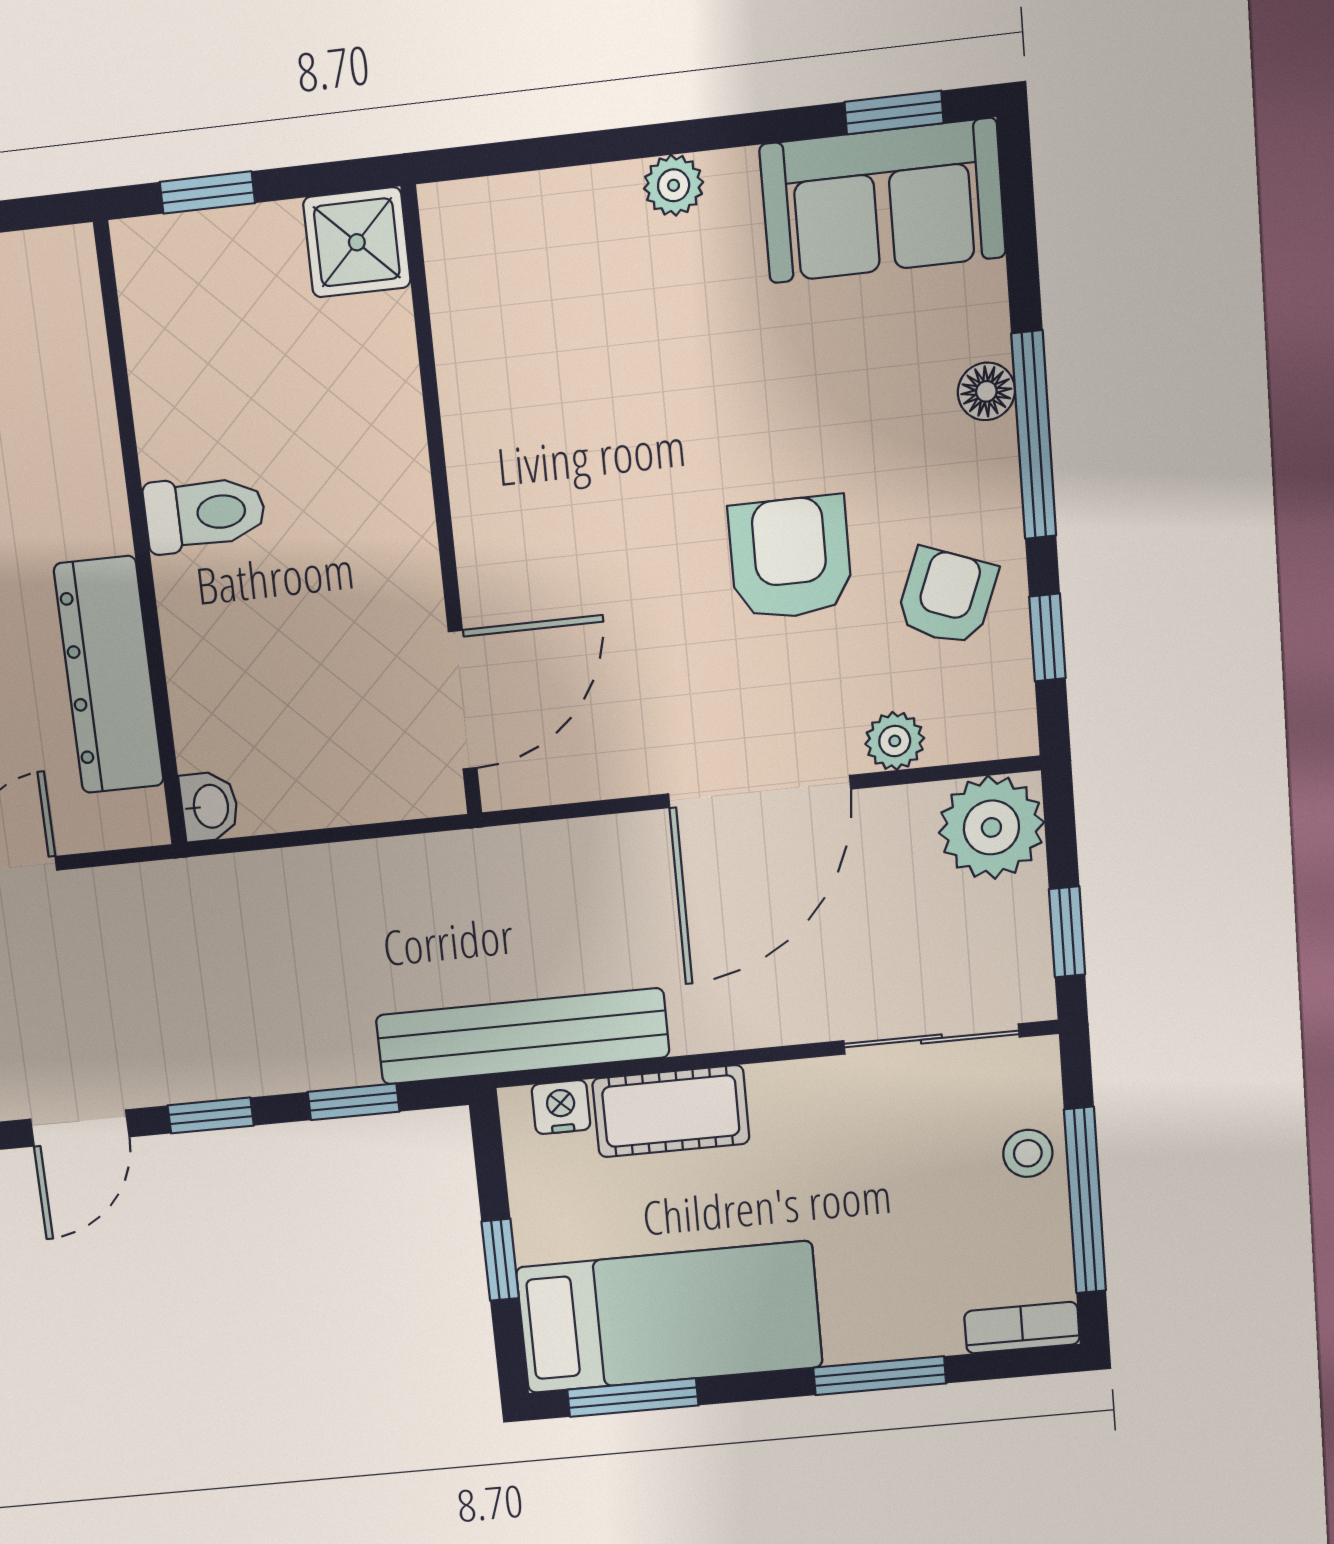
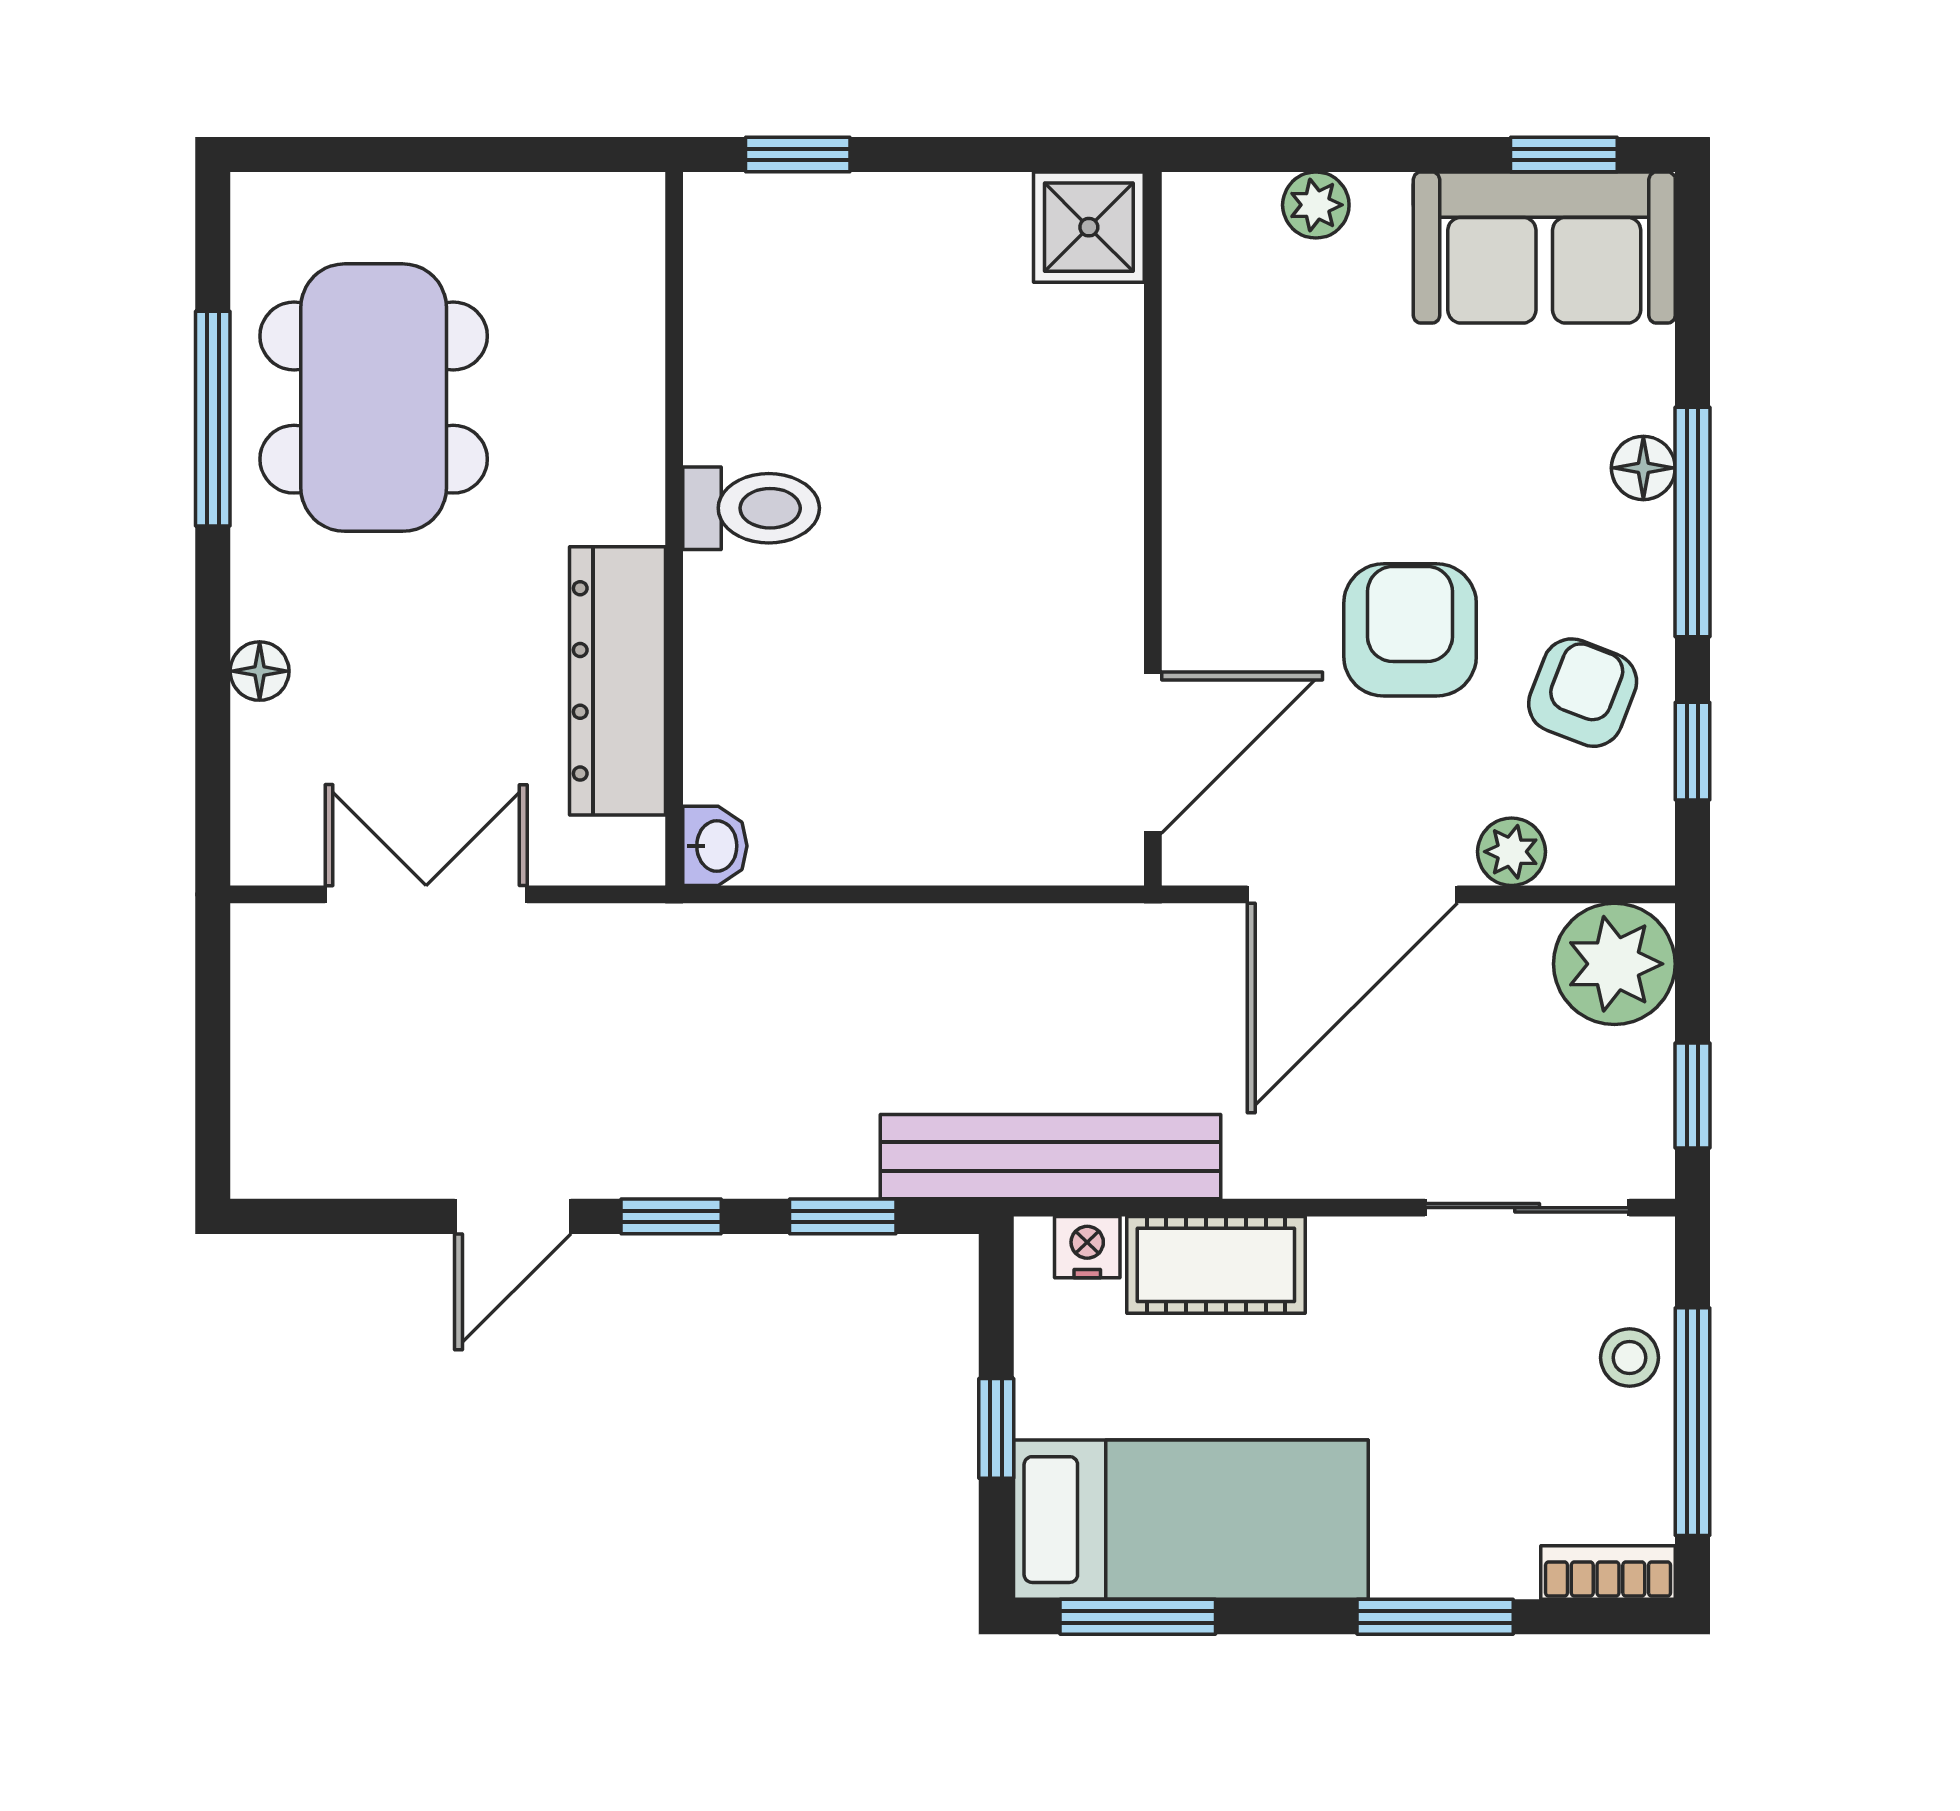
shower: (357, 242) -> (1089, 227), moved
wall: (442, 506) -> (1153, 529), moved
door: (463, 700) -> (1153, 753), moved

